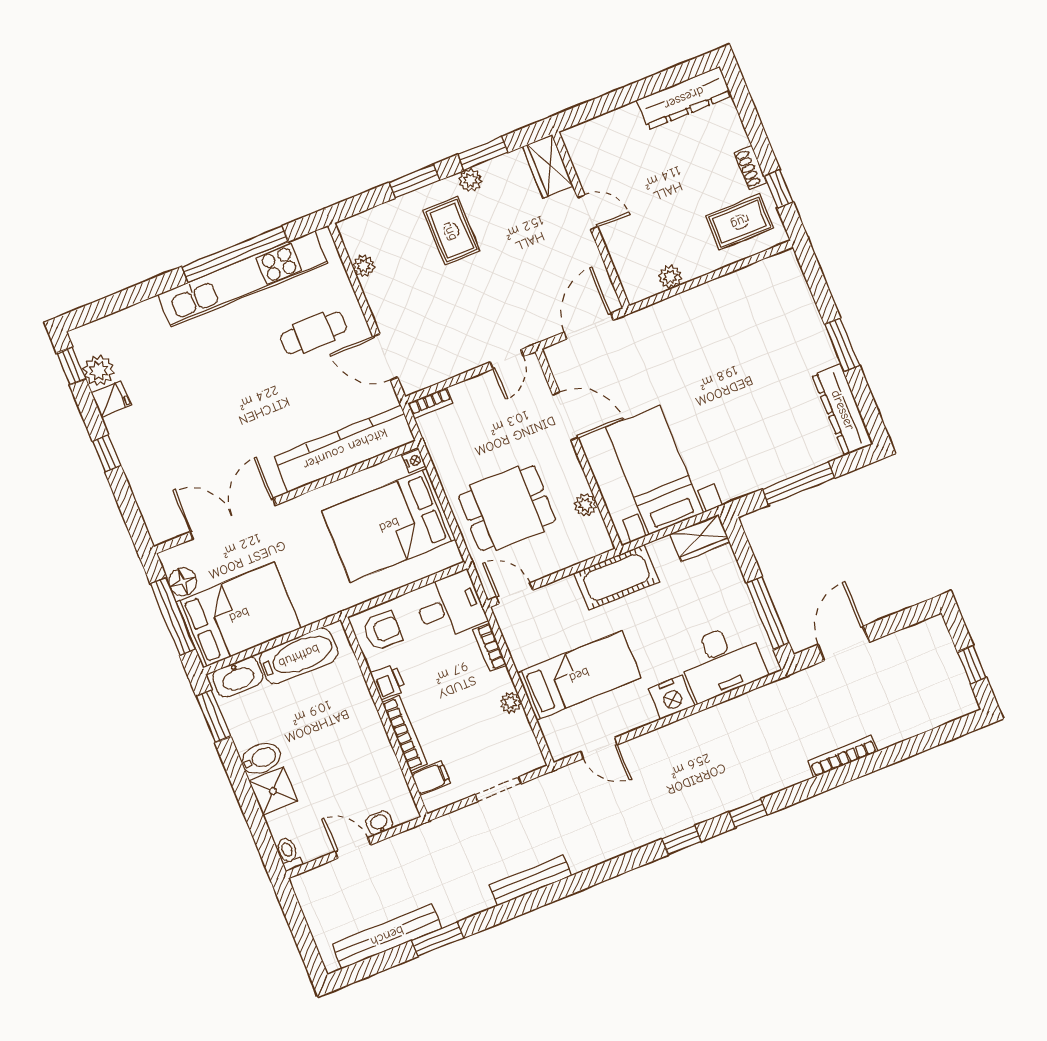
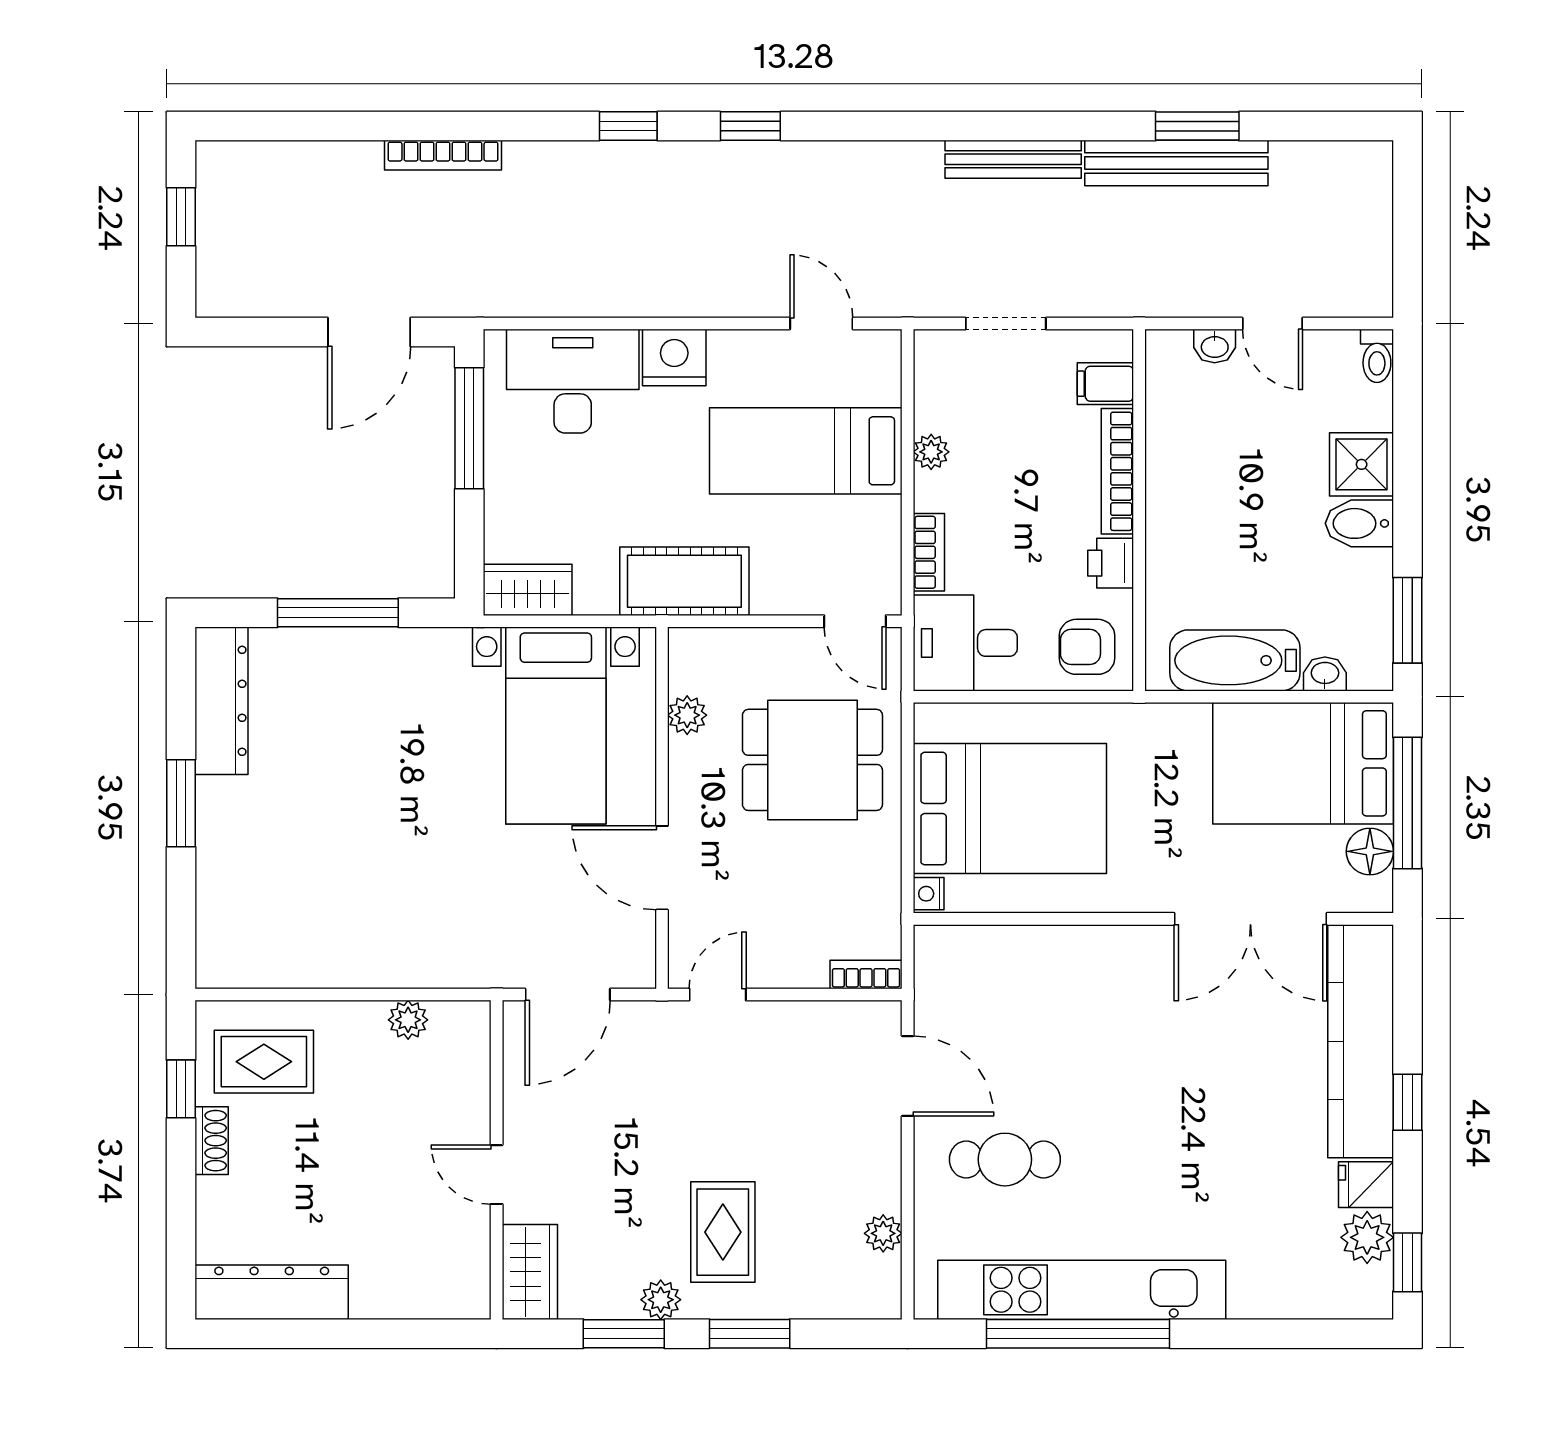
kitchen counter: (345, 449) -> (1361, 1041), moved, turned 90
washbasin: (238, 677) -> (1325, 674), width x0.52, depth x0.69
bench: (387, 936) -> (1176, 163), moved

